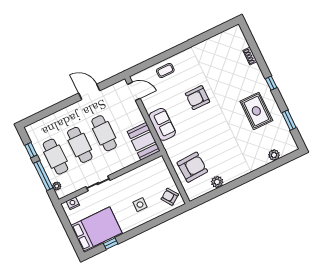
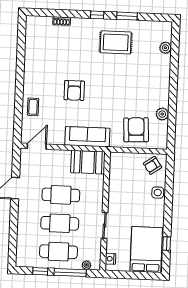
window: (289, 120) -> (127, 16), moved
sofa: (162, 124) -> (87, 137), width x1.36
side table: (140, 205) -> (158, 193), moved

